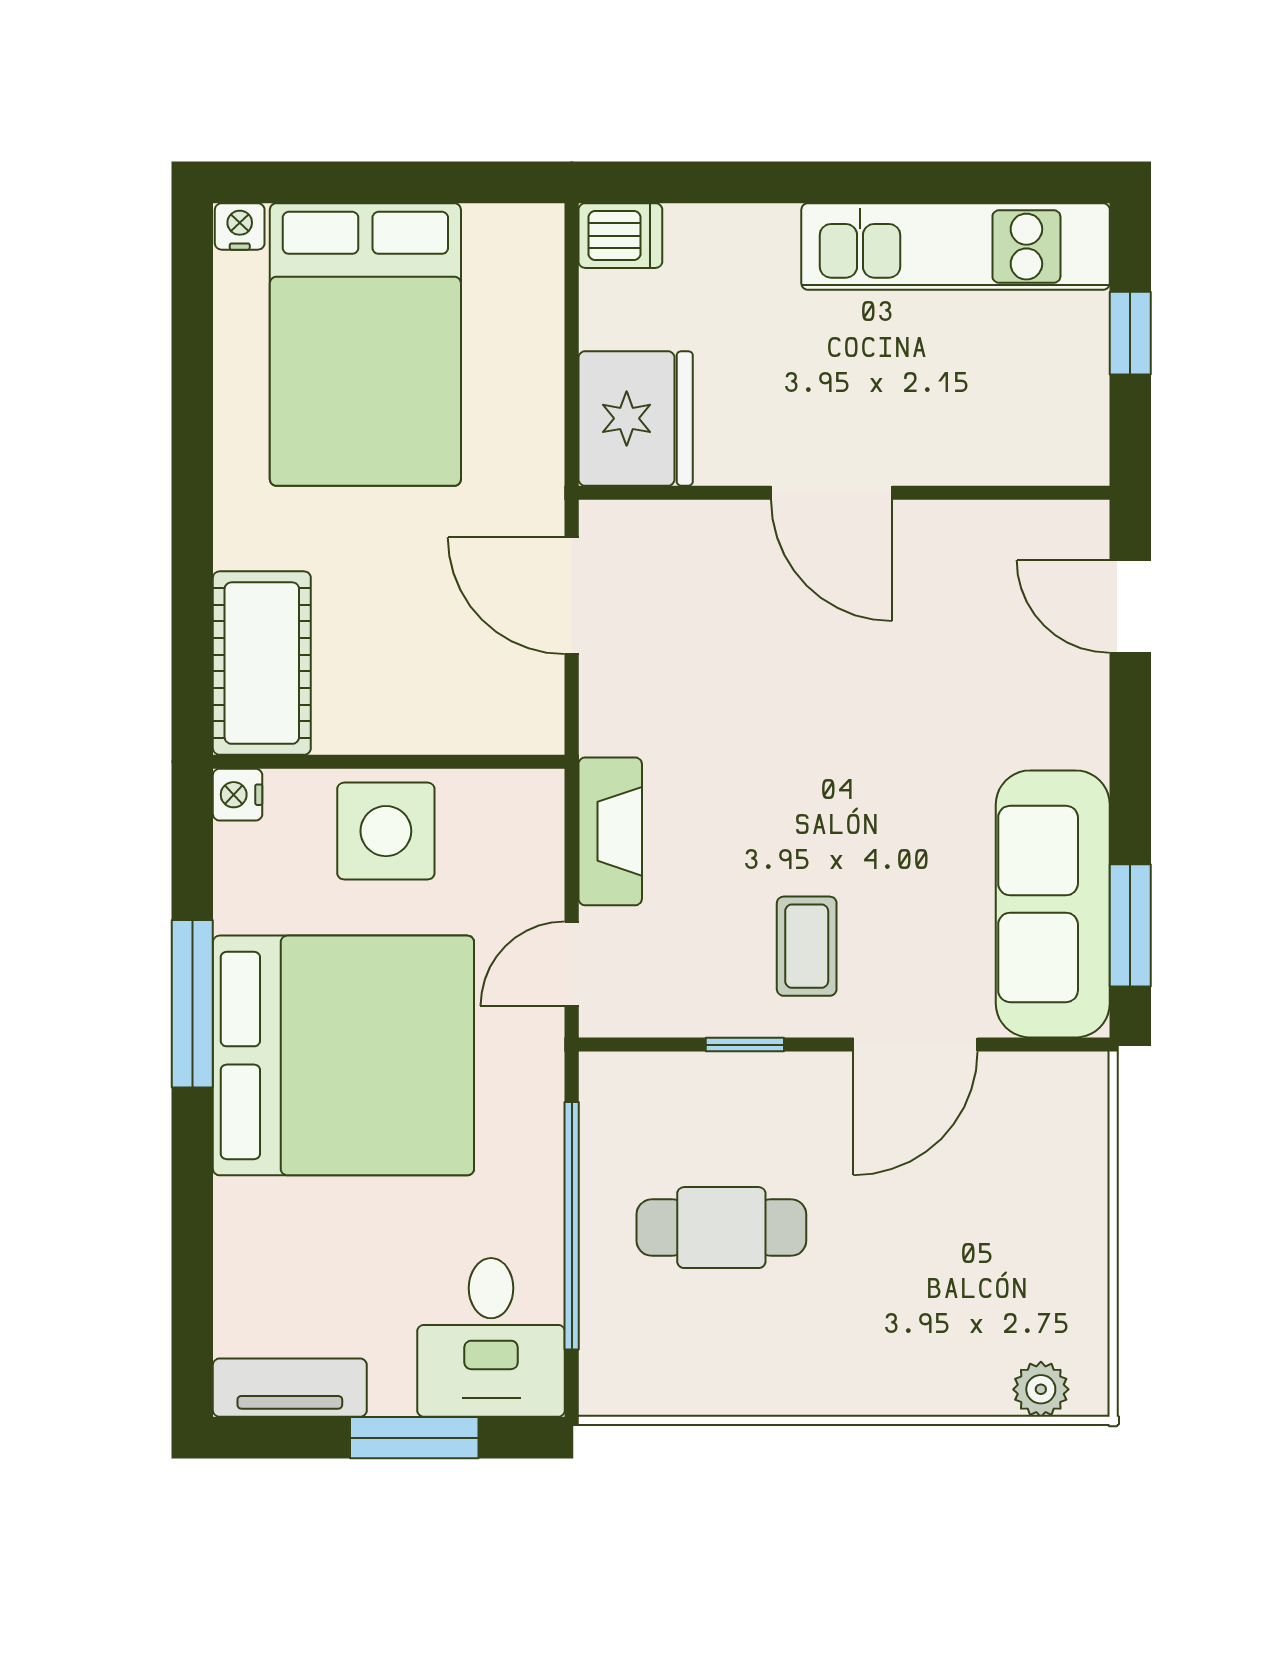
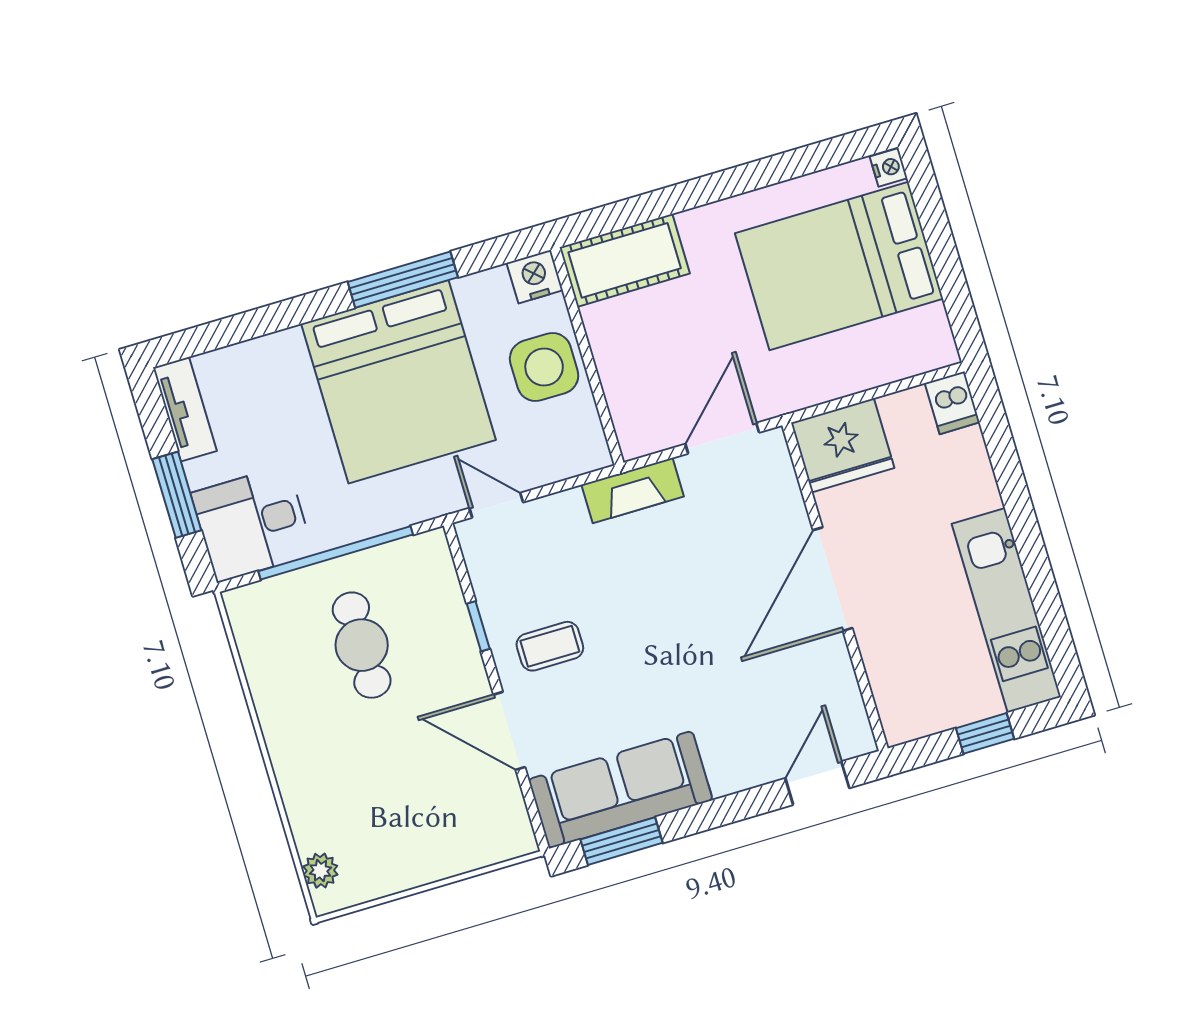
door: (832, 493) -> (833, 579), width x1.36
nightstand: (238, 795) -> (535, 277), width x1.39, depth x1.35
fireplace: (610, 831) -> (633, 491), moved

